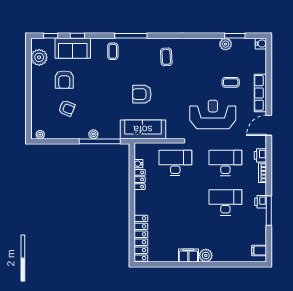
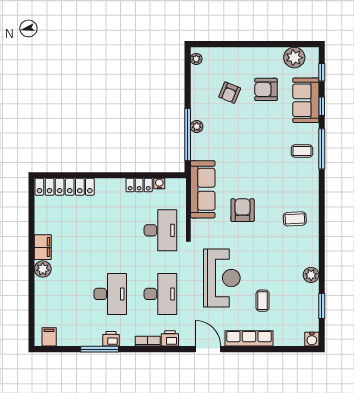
window: (131, 36) -> (322, 149), moved
plant: (226, 44) -> (311, 275), moved
armchair: (142, 94) -> (243, 210), moved

